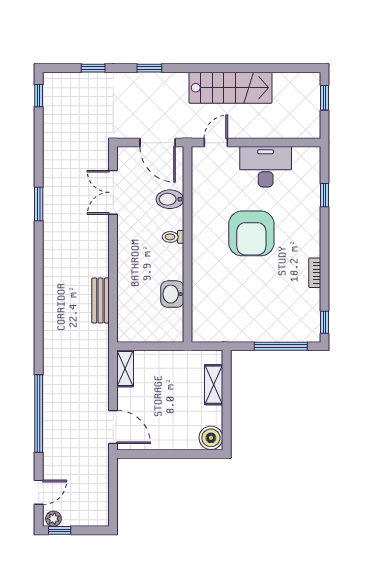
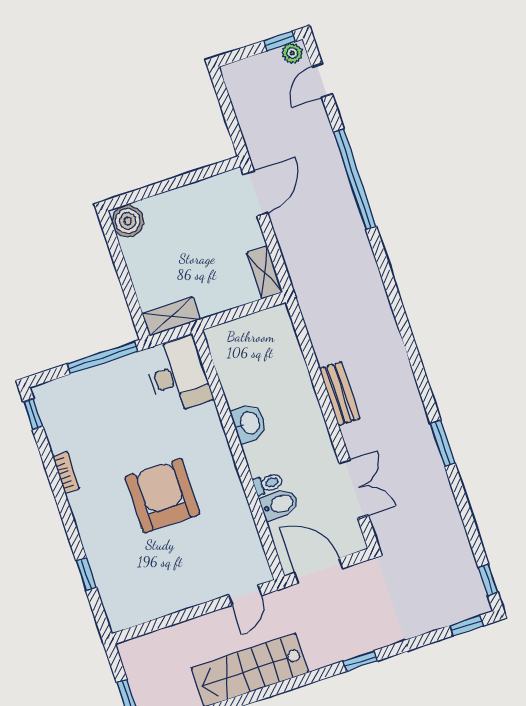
window: (93, 68) -> (467, 626), moved
desk: (266, 167) -> (178, 375), moved, turned -90
toilet: (173, 237) -> (268, 484), moved
washbasin: (172, 294) -> (249, 423), moved
bench: (100, 300) -> (340, 394), moved
window: (281, 346) -> (102, 358), moved
shelving: (214, 385) -> (171, 317), moved, turned 90
door: (113, 427) -> (256, 194), swing flipped

